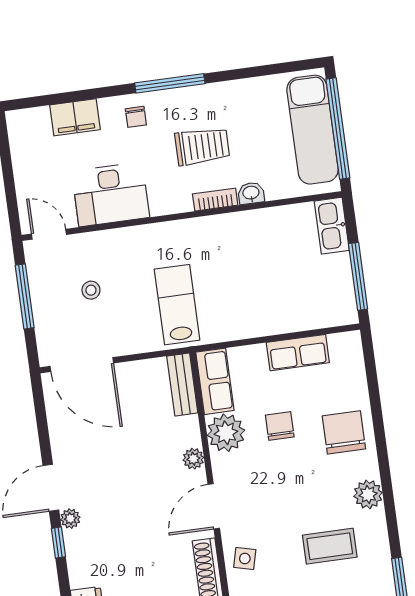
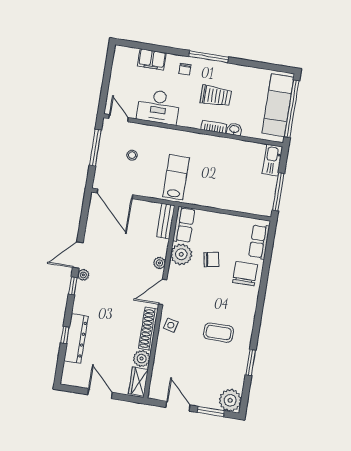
row of seats: (298, 353) -> (259, 242), moved, turned 90
chair: (280, 426) -> (211, 259), turned 79
plant: (368, 494) -> (248, 311), removed

